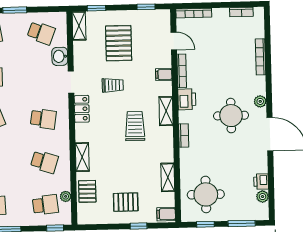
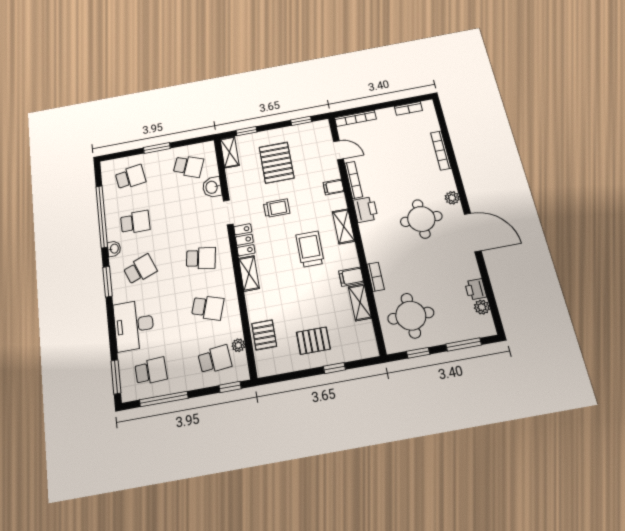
bookcase: (184, 135) -> (376, 277), moved
shelving: (82, 157) -> (249, 273), moved
filing cabinet: (166, 214) -> (351, 277), moved

